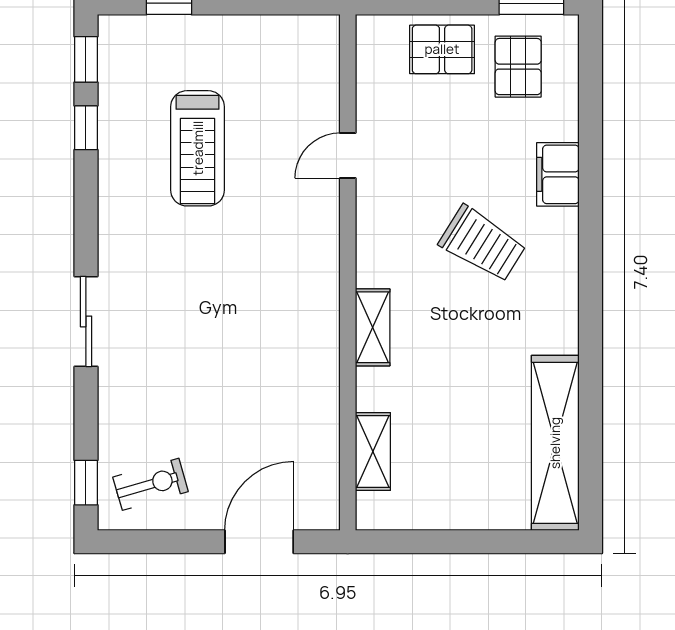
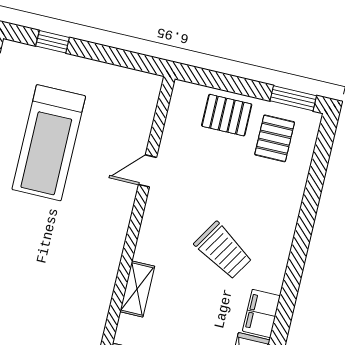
treadmill: (198, 148) -> (49, 143), width x1.37, depth x1.38
filing cabinet: (558, 174) -> (261, 313), moved

